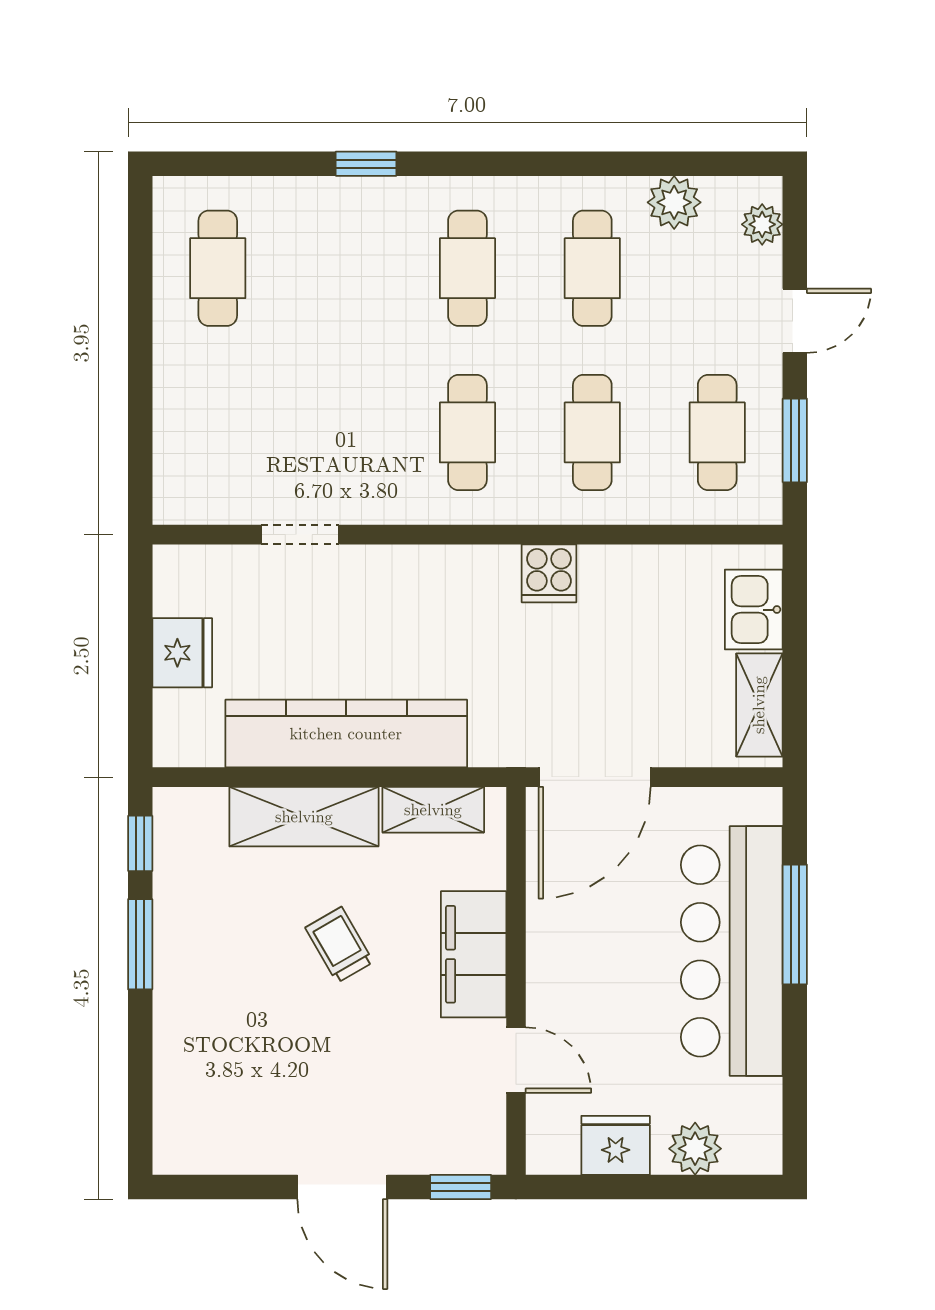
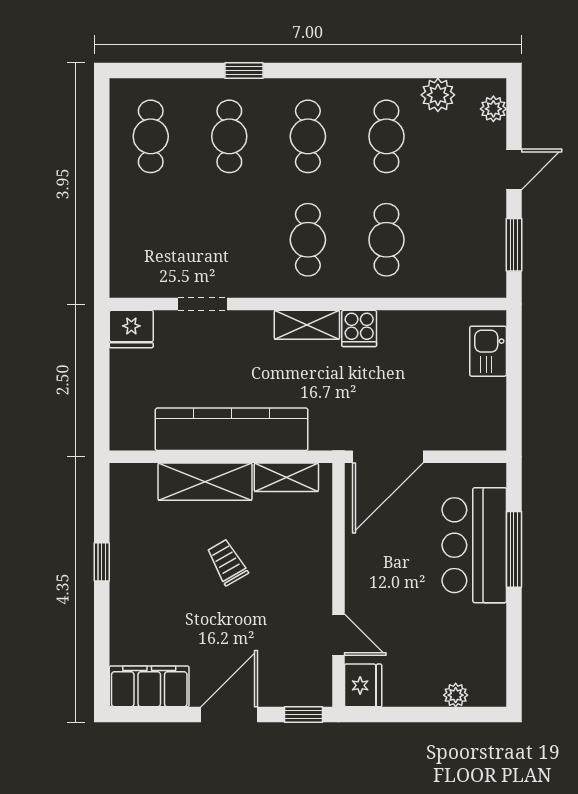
cafe table: (717, 432) -> (229, 136), moved
fridge: (182, 653) -> (131, 329), moved, turned 90
shelving: (759, 705) -> (307, 325), moved, turned 90
window: (140, 843) -> (102, 498), removed
window: (140, 944) -> (102, 562), width x0.67
bar counter: (732, 951) -> (474, 545), width x0.73
filing cabinet: (474, 954) -> (149, 686), moved, turned 90
fridge: (616, 1145) -> (363, 685), moved, turned 90
plant: (695, 1149) -> (456, 695), width x0.73, depth x0.73
door: (342, 1187) -> (229, 715), swing flipped

